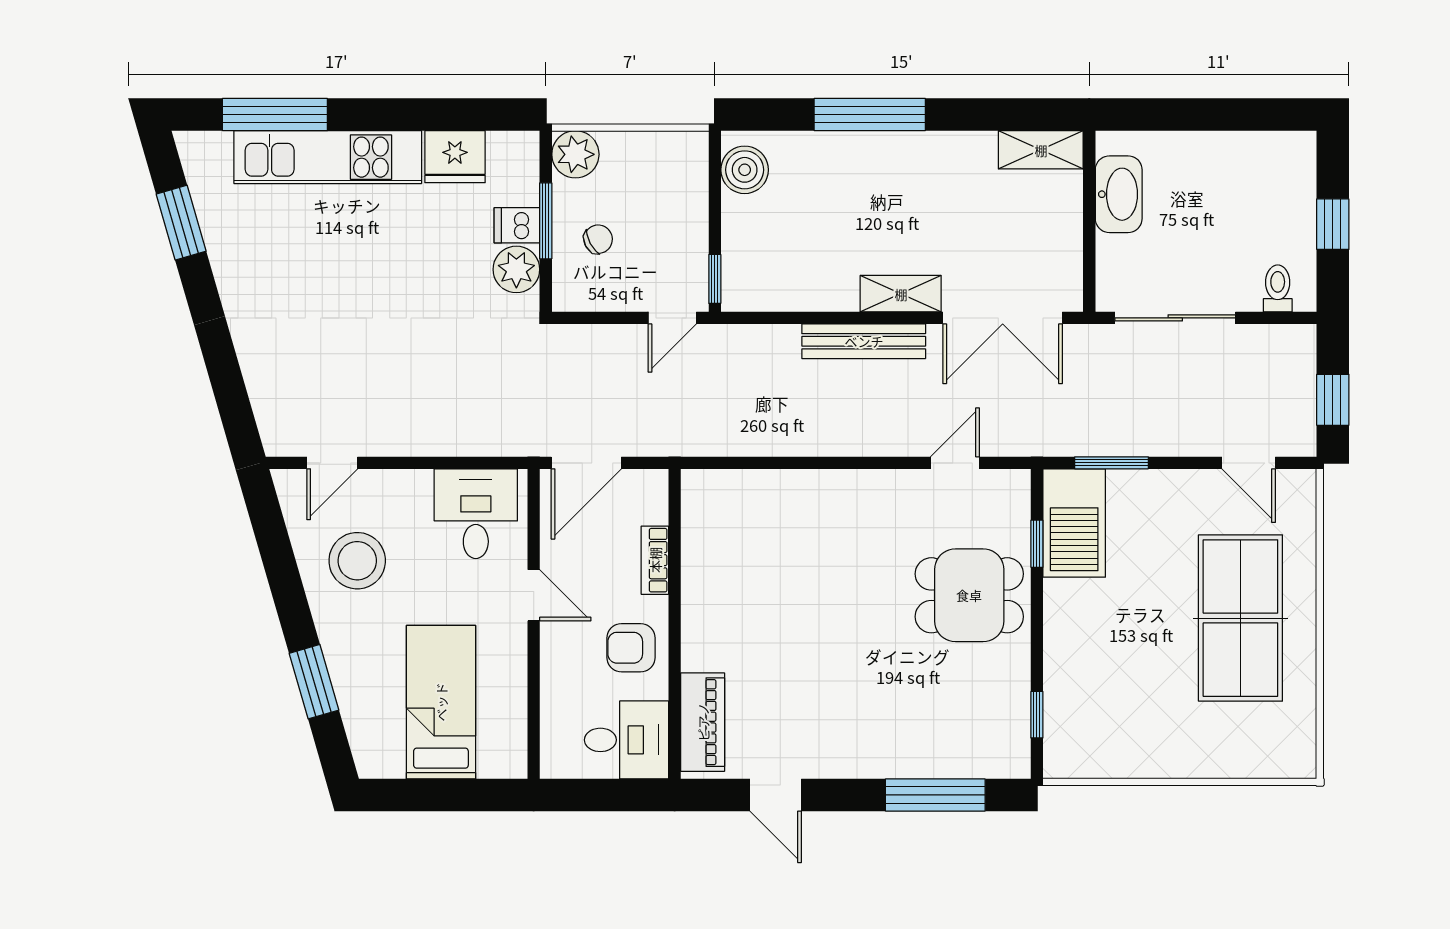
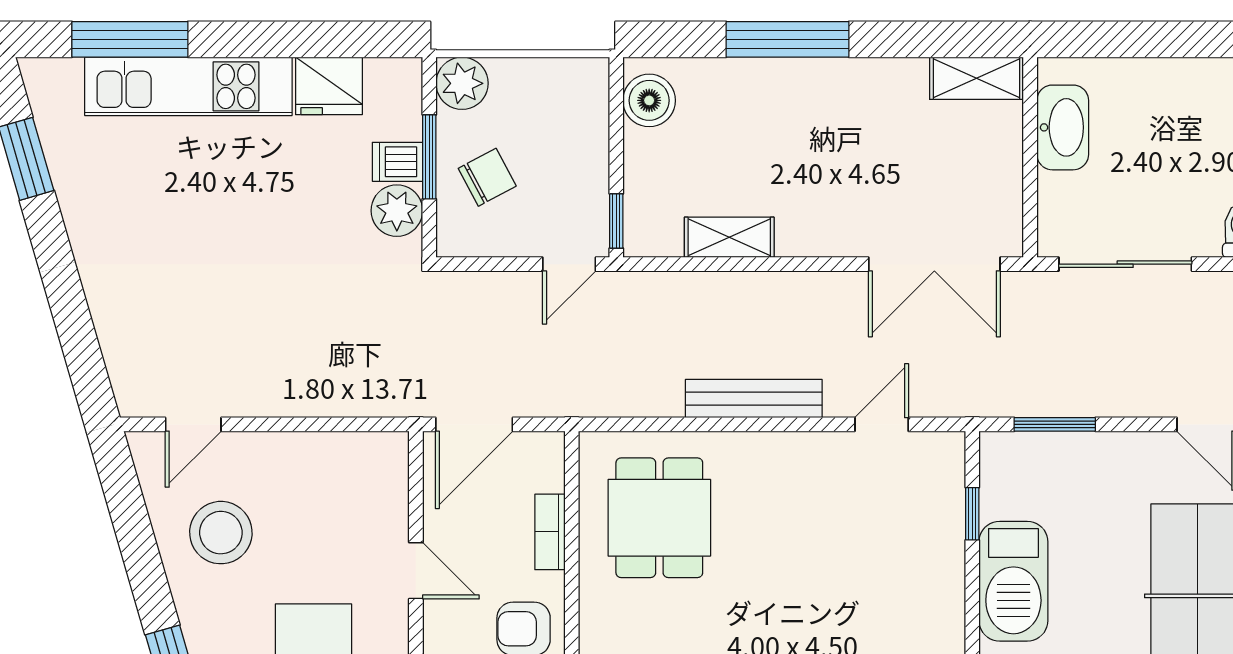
chair: (598, 239) -> (487, 177), width x1.37, depth x1.37
shelving: (901, 294) -> (729, 237), moved
bench: (864, 341) -> (754, 399), moved
desk: (476, 514) -> (352, 481), removed
barbecue: (1074, 523) -> (1013, 581), moved
dining table: (969, 595) -> (659, 518), moved, turned 90

